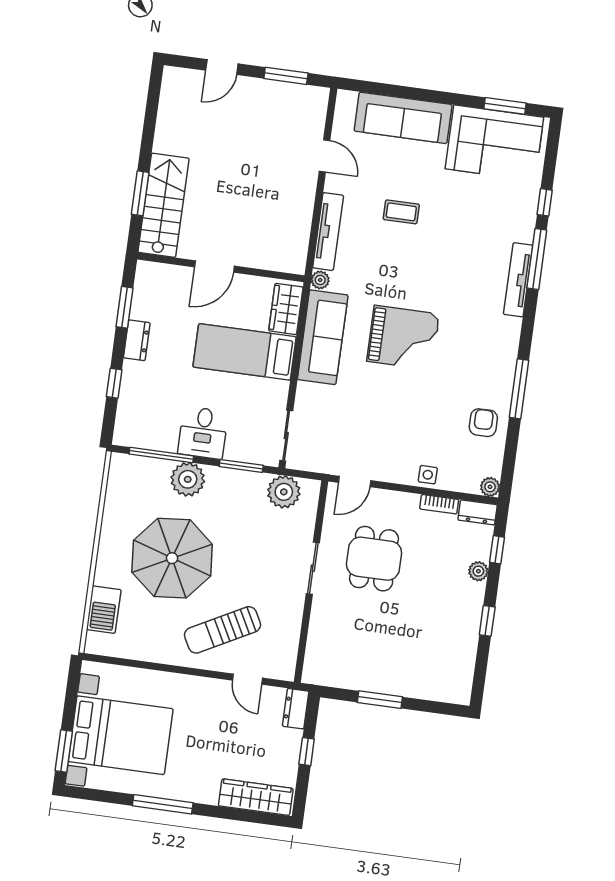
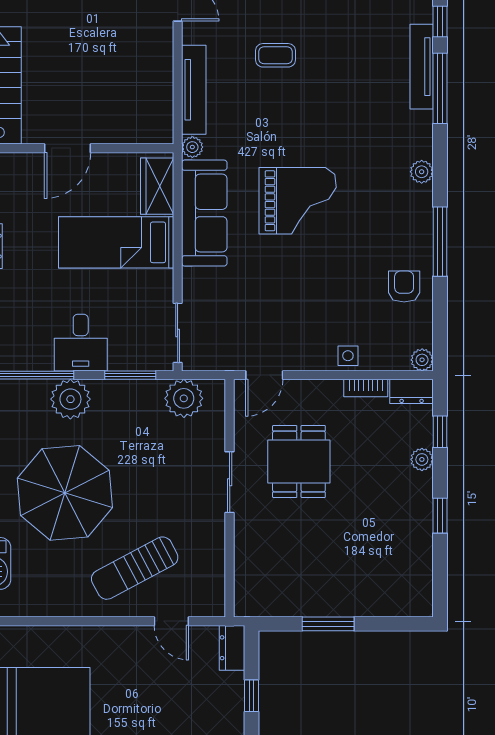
tv unit: (518, 280) -> (422, 67), moved
plant: (512, 327) -> (422, 172), added

